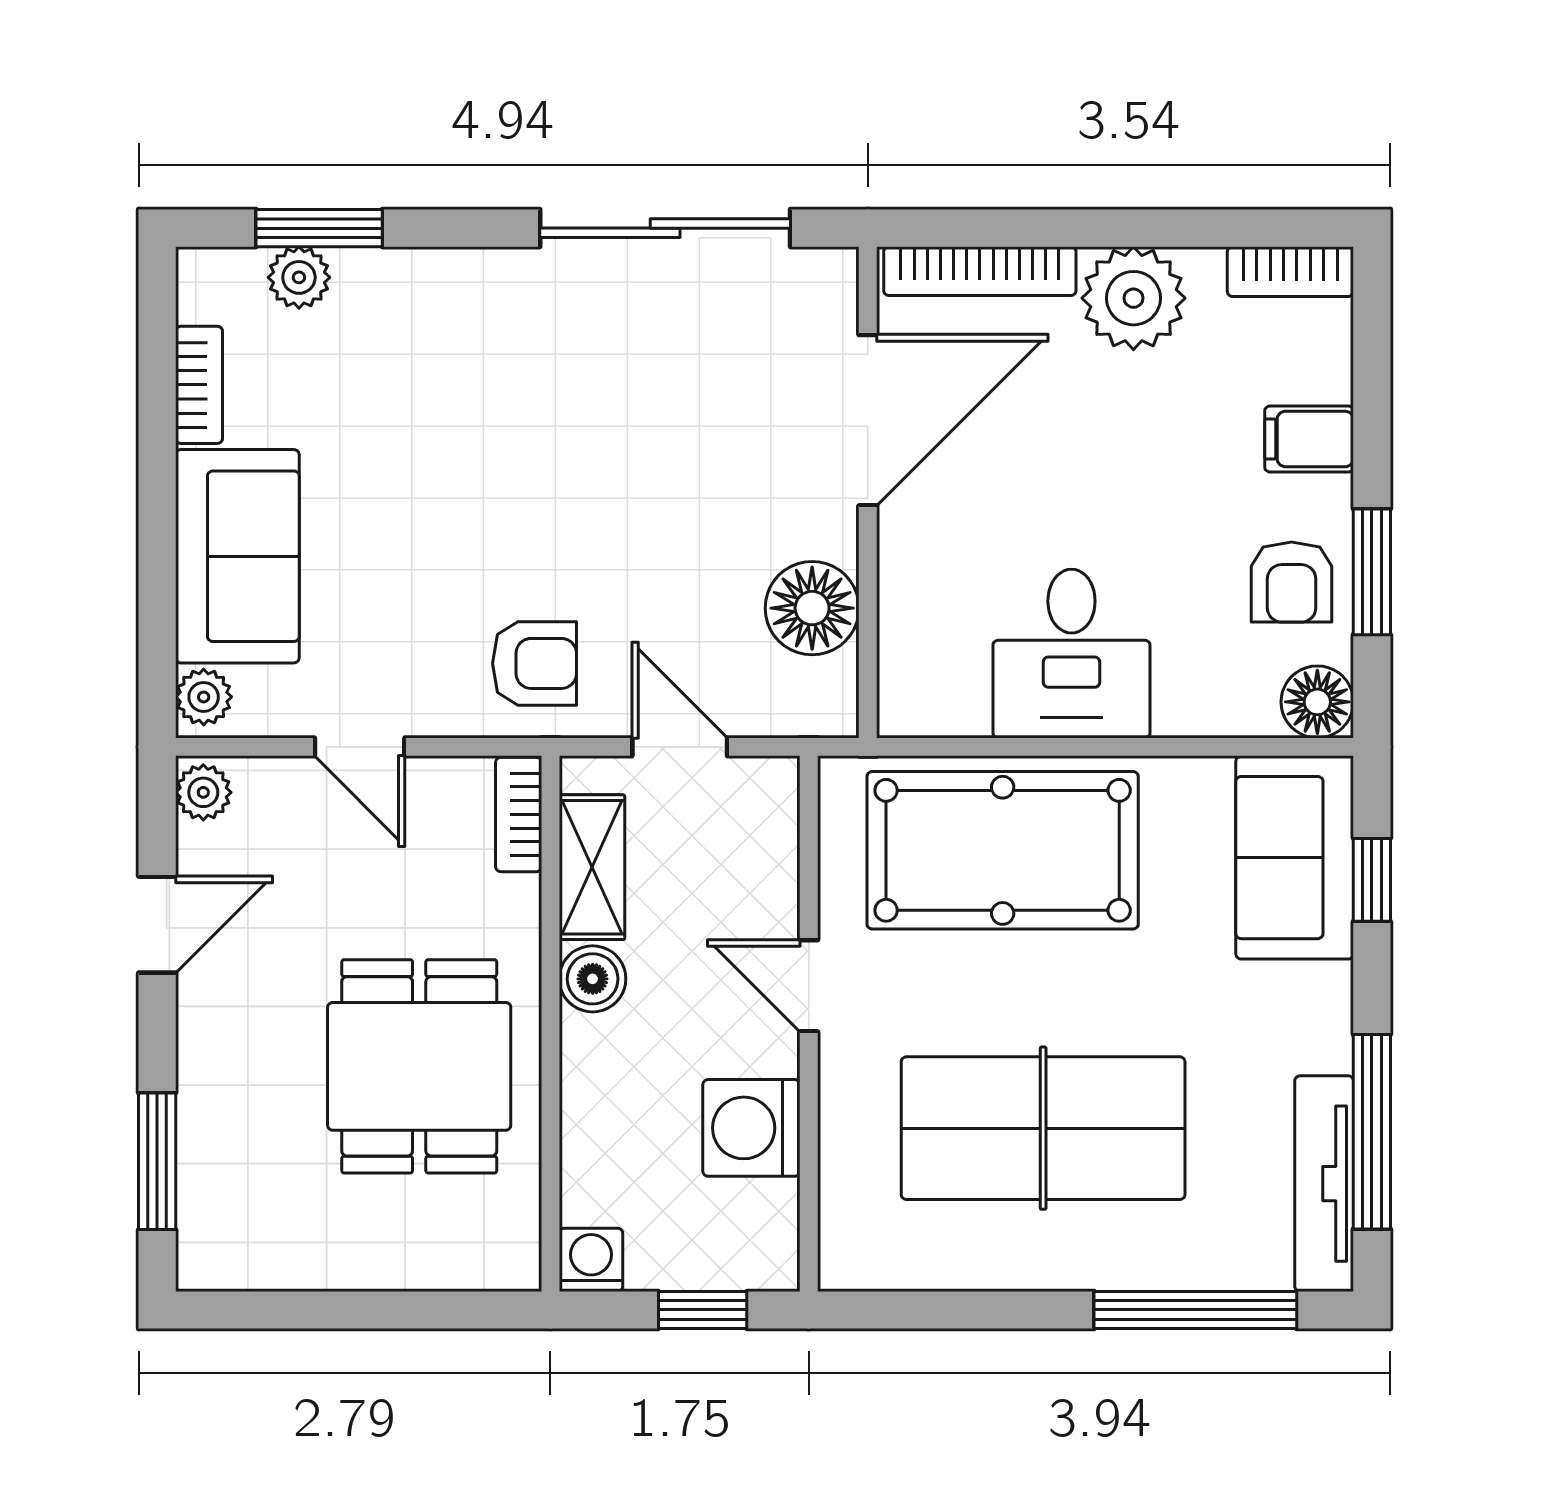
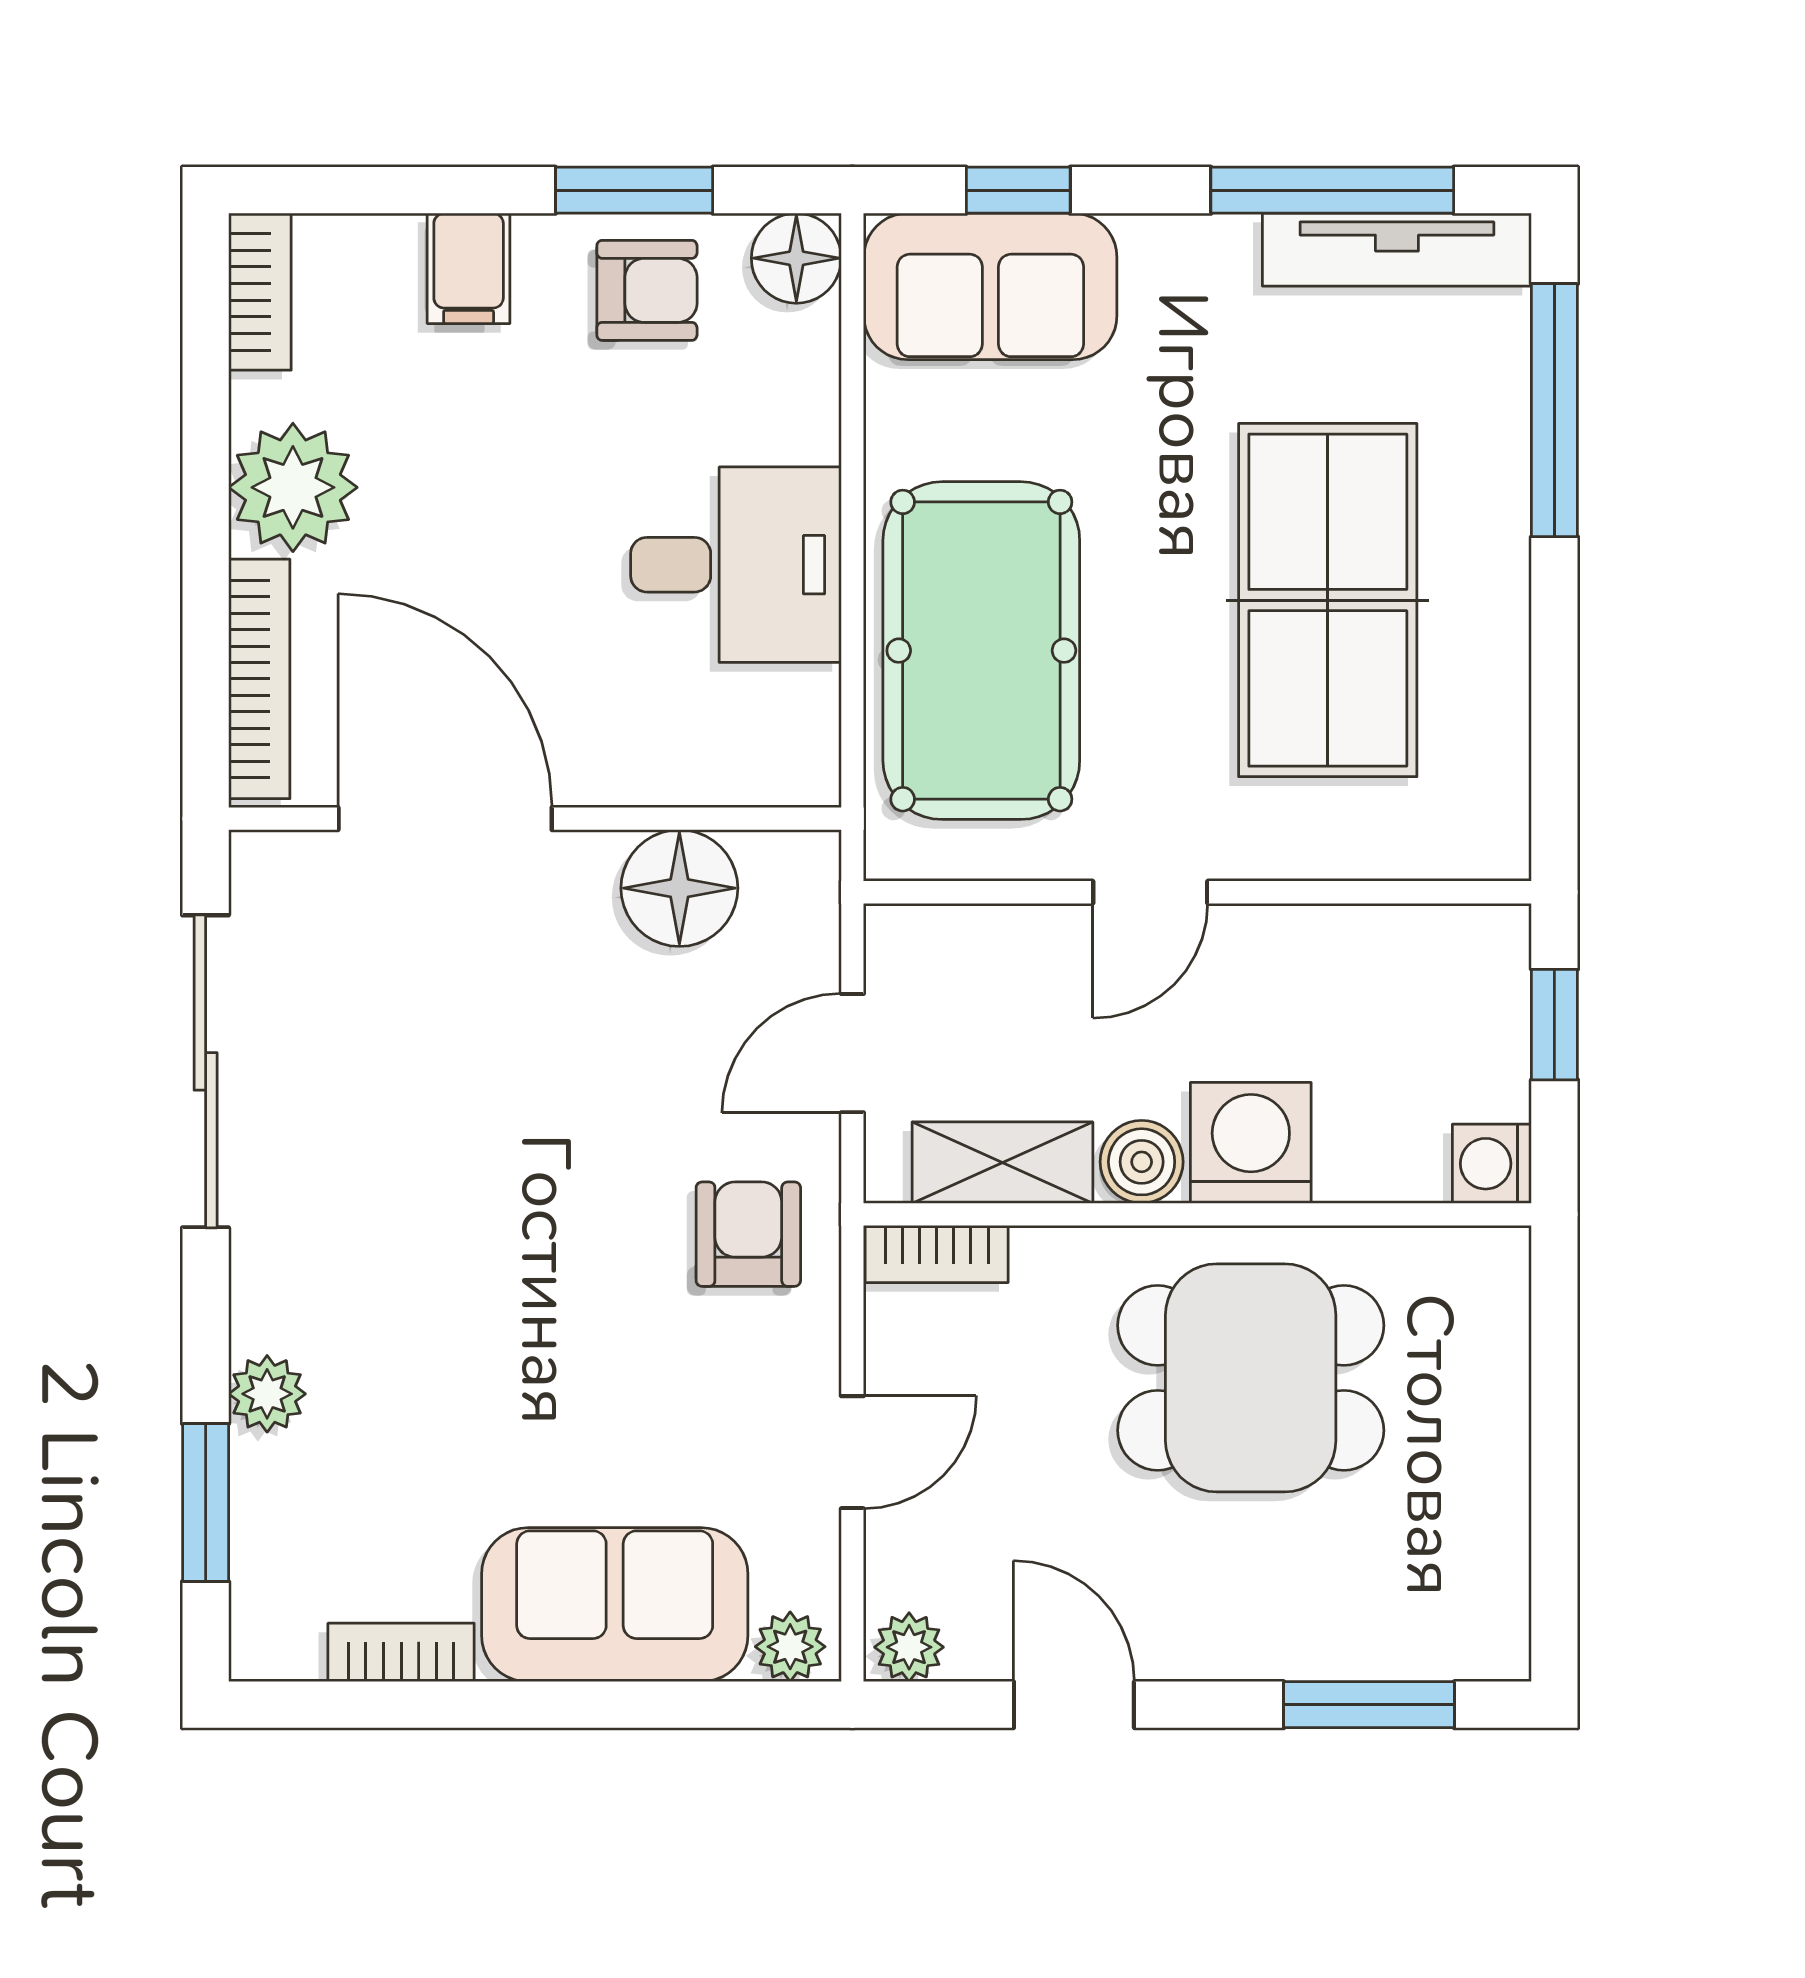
plant: (299, 277) -> (267, 1394), moved
washing machine: (751, 1128) -> (1251, 1143), moved, turned 180

